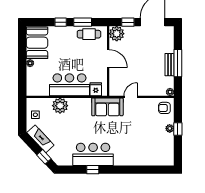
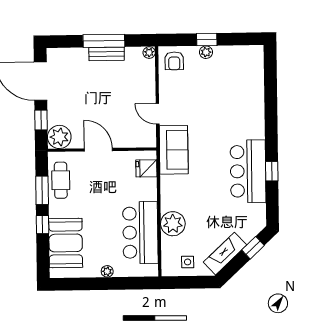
booth: (37, 43) -> (66, 243), moved, turned 90
door: (108, 59) -> (98, 150), hinge flipped
bar counter: (69, 85) -> (140, 233), moved

